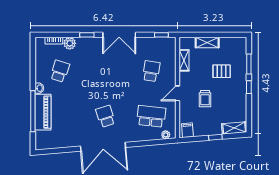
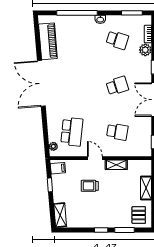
window: (33, 57) -> (132, 13), added
shelving: (184, 60) -> (116, 165), moved
pallet: (222, 71) -> (139, 215), moved
piano: (43, 112) -> (48, 41), moved, turned -95
school desk: (105, 116) -> (117, 86), moved
window: (215, 137) -> (50, 185), moved

